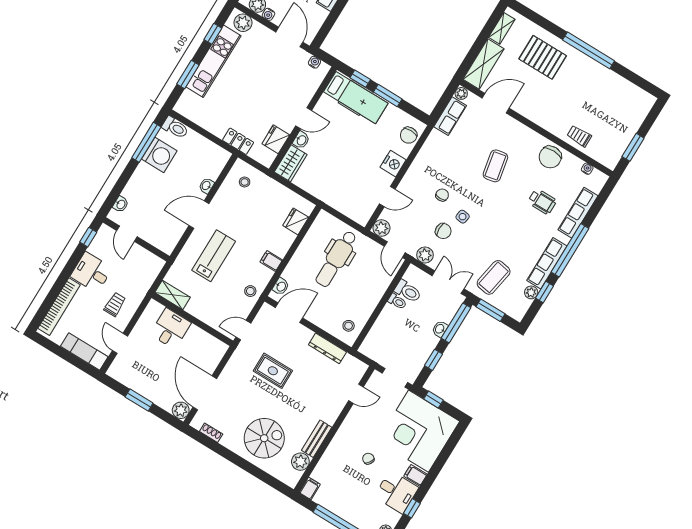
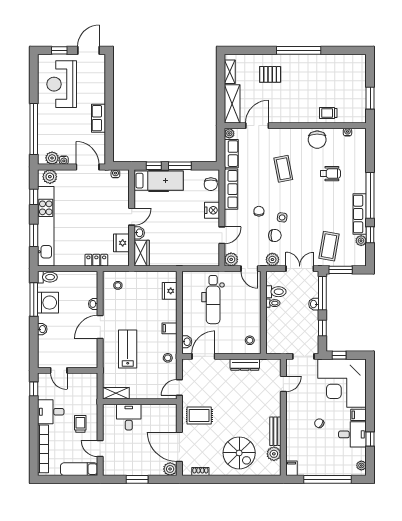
pallet: (543, 57) -> (270, 74), width x0.67, depth x0.71
kitchen unit: (213, 61) -> (46, 226), width x1.36
washbasin: (121, 204) -> (42, 329), moved
row of seats: (578, 213) -> (231, 189), moved, turned 180
rug: (273, 371) -> (199, 415), moved
spiral stairs: (264, 438) -> (239, 453), turned 90

